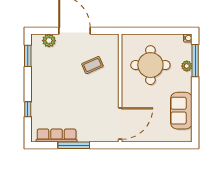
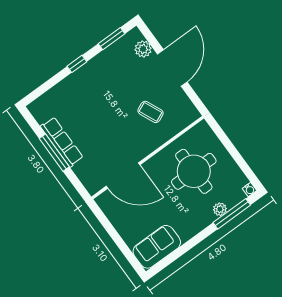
window: (28, 109) -> (77, 64), moved
sofa: (181, 111) -> (157, 247), moved
door: (120, 123) -> (123, 176), moved
row of seats: (57, 136) -> (62, 142), moved

